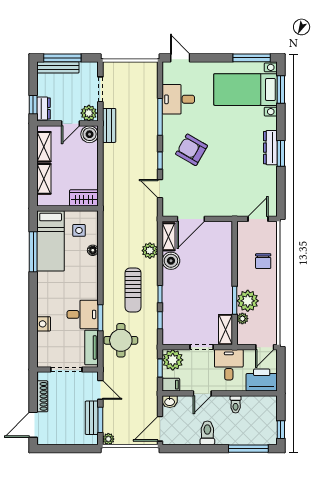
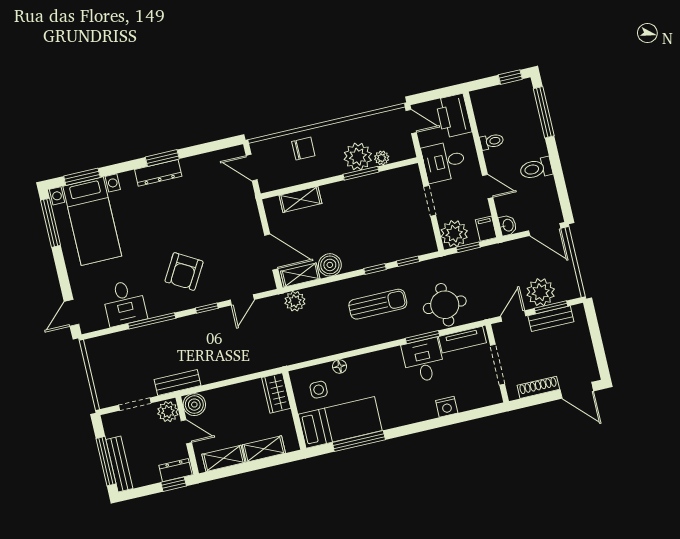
plant: (150, 251) -> (295, 301), moved
shelving: (225, 330) -> (300, 199), moved
plant: (108, 439) -> (541, 292), moved, width x1.88, depth x1.88

